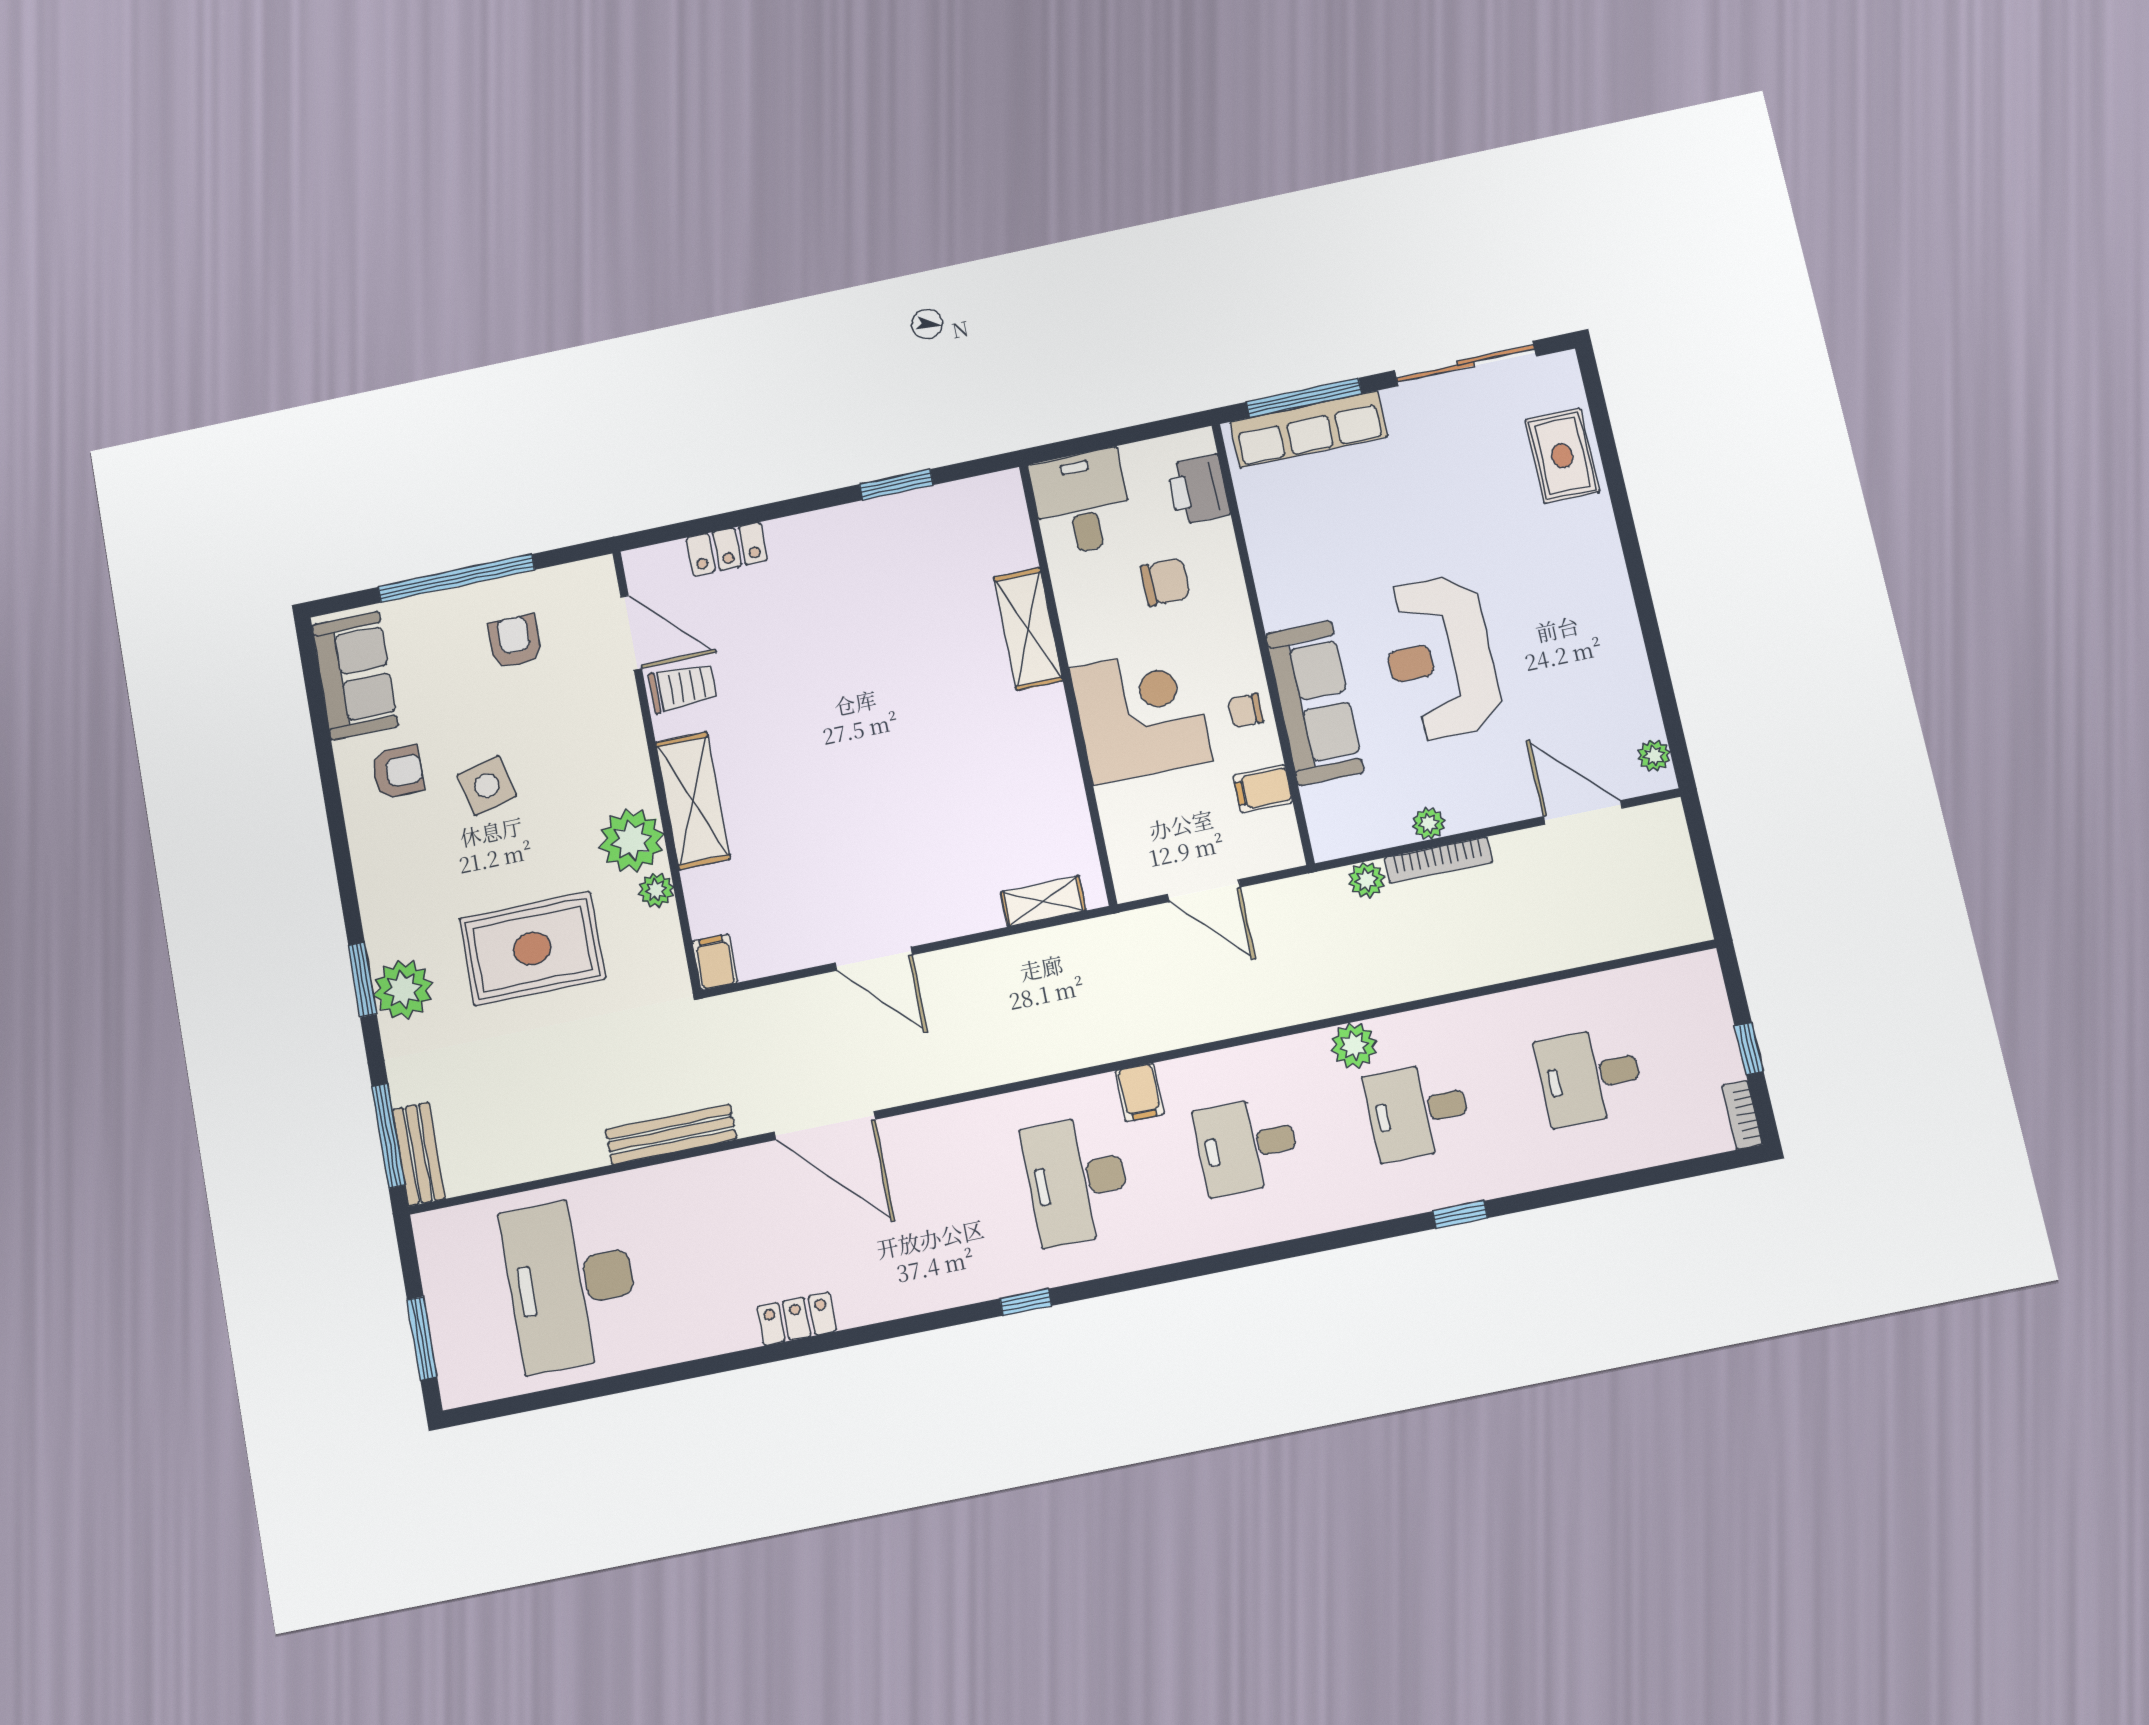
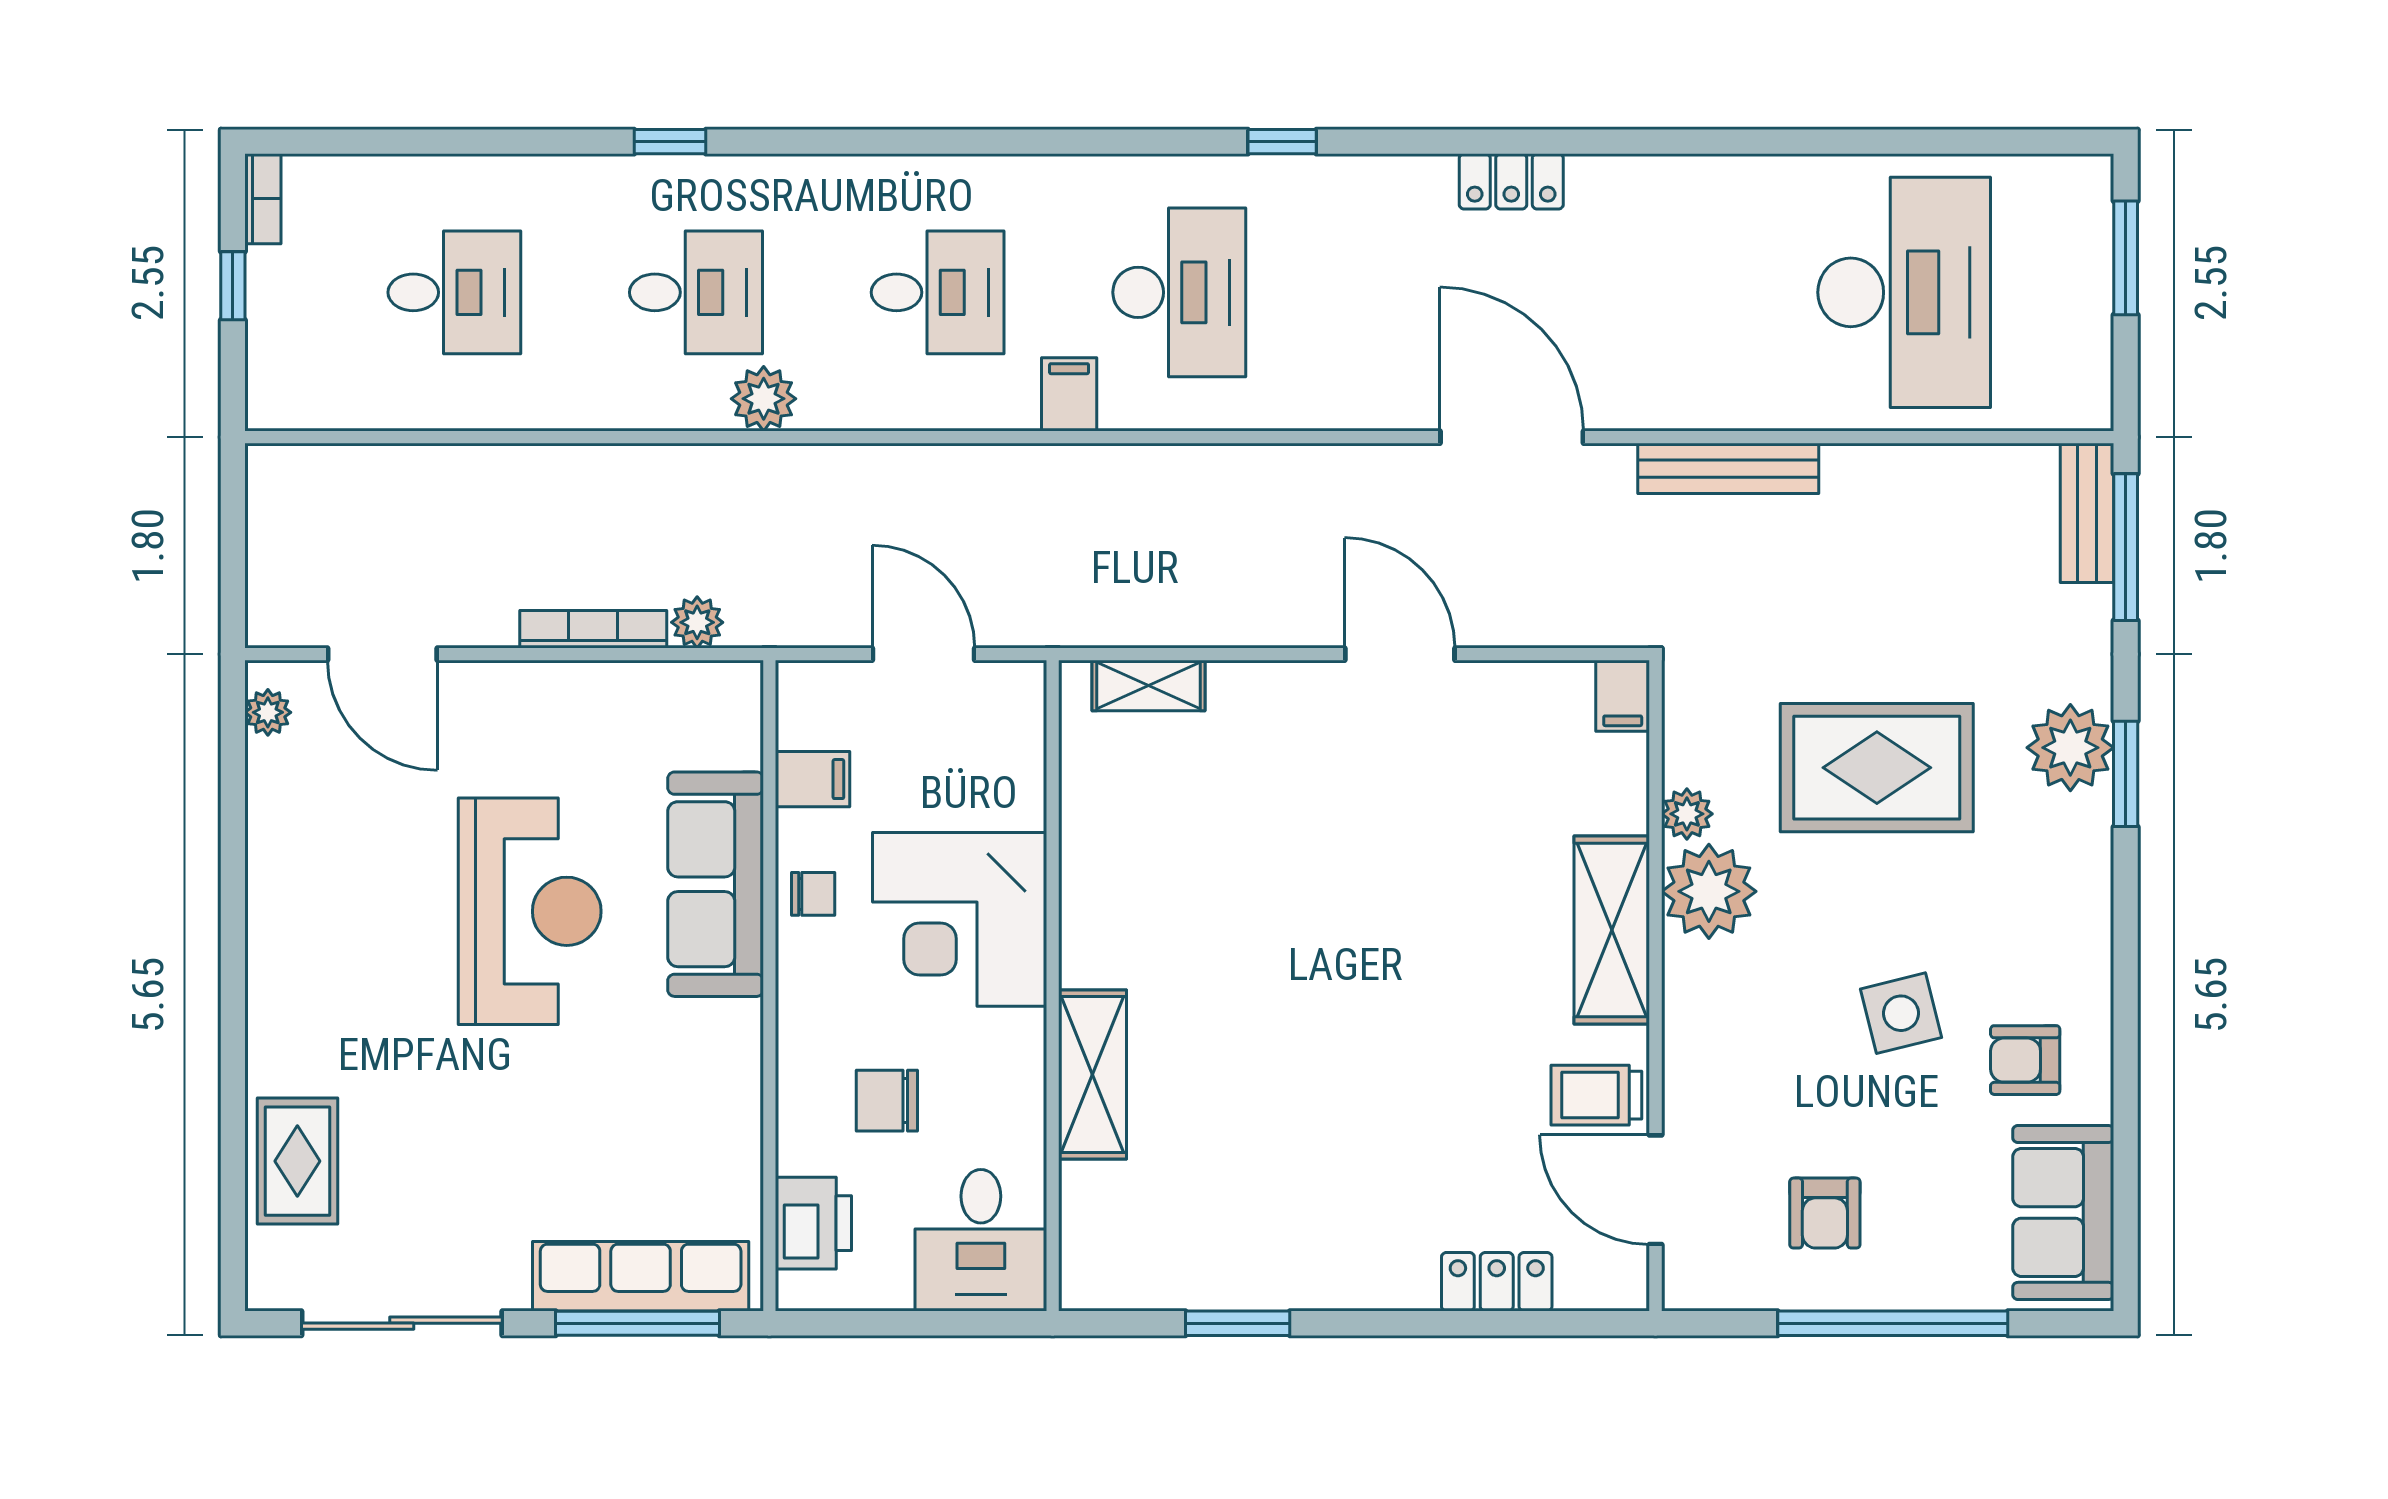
plant: (1429, 823) -> (595, 683), removed
locker: (797, 1319) -> (1511, 181), moved

